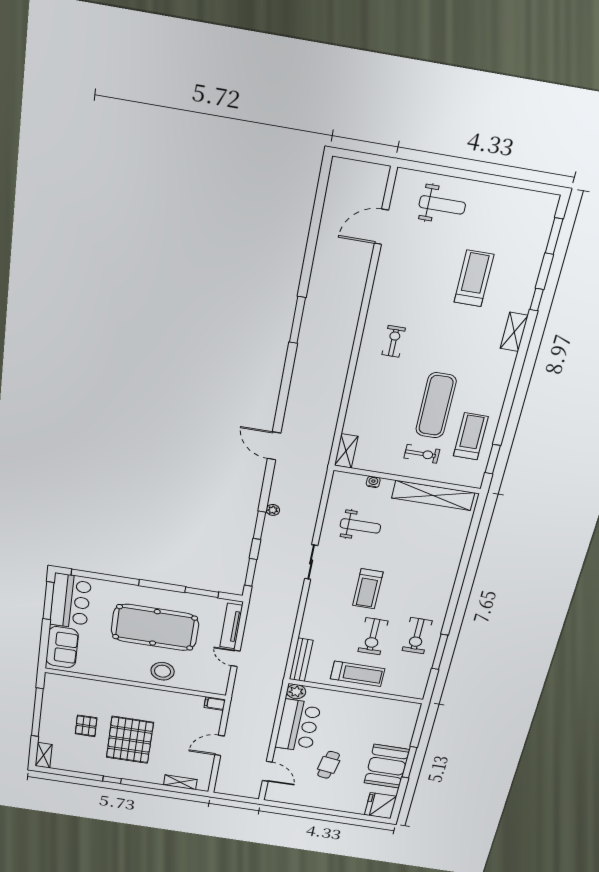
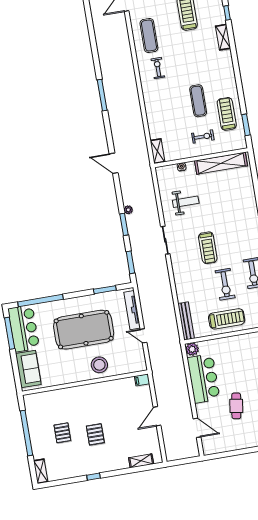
exercise mat: (399, 291) -> (149, 35), added
window: (297, 320) -> (102, 95), moved
exercise mat: (436, 405) -> (198, 101), width x0.73, depth x0.69
pallet: (130, 740) -> (95, 434), width x0.49, depth x0.50

